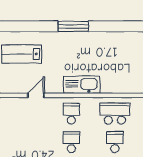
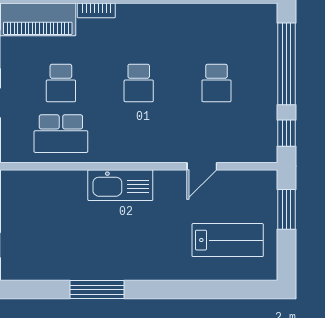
window: (73, 26) -> (97, 290), moved
school desk: (71, 114) -> (216, 83), moved

